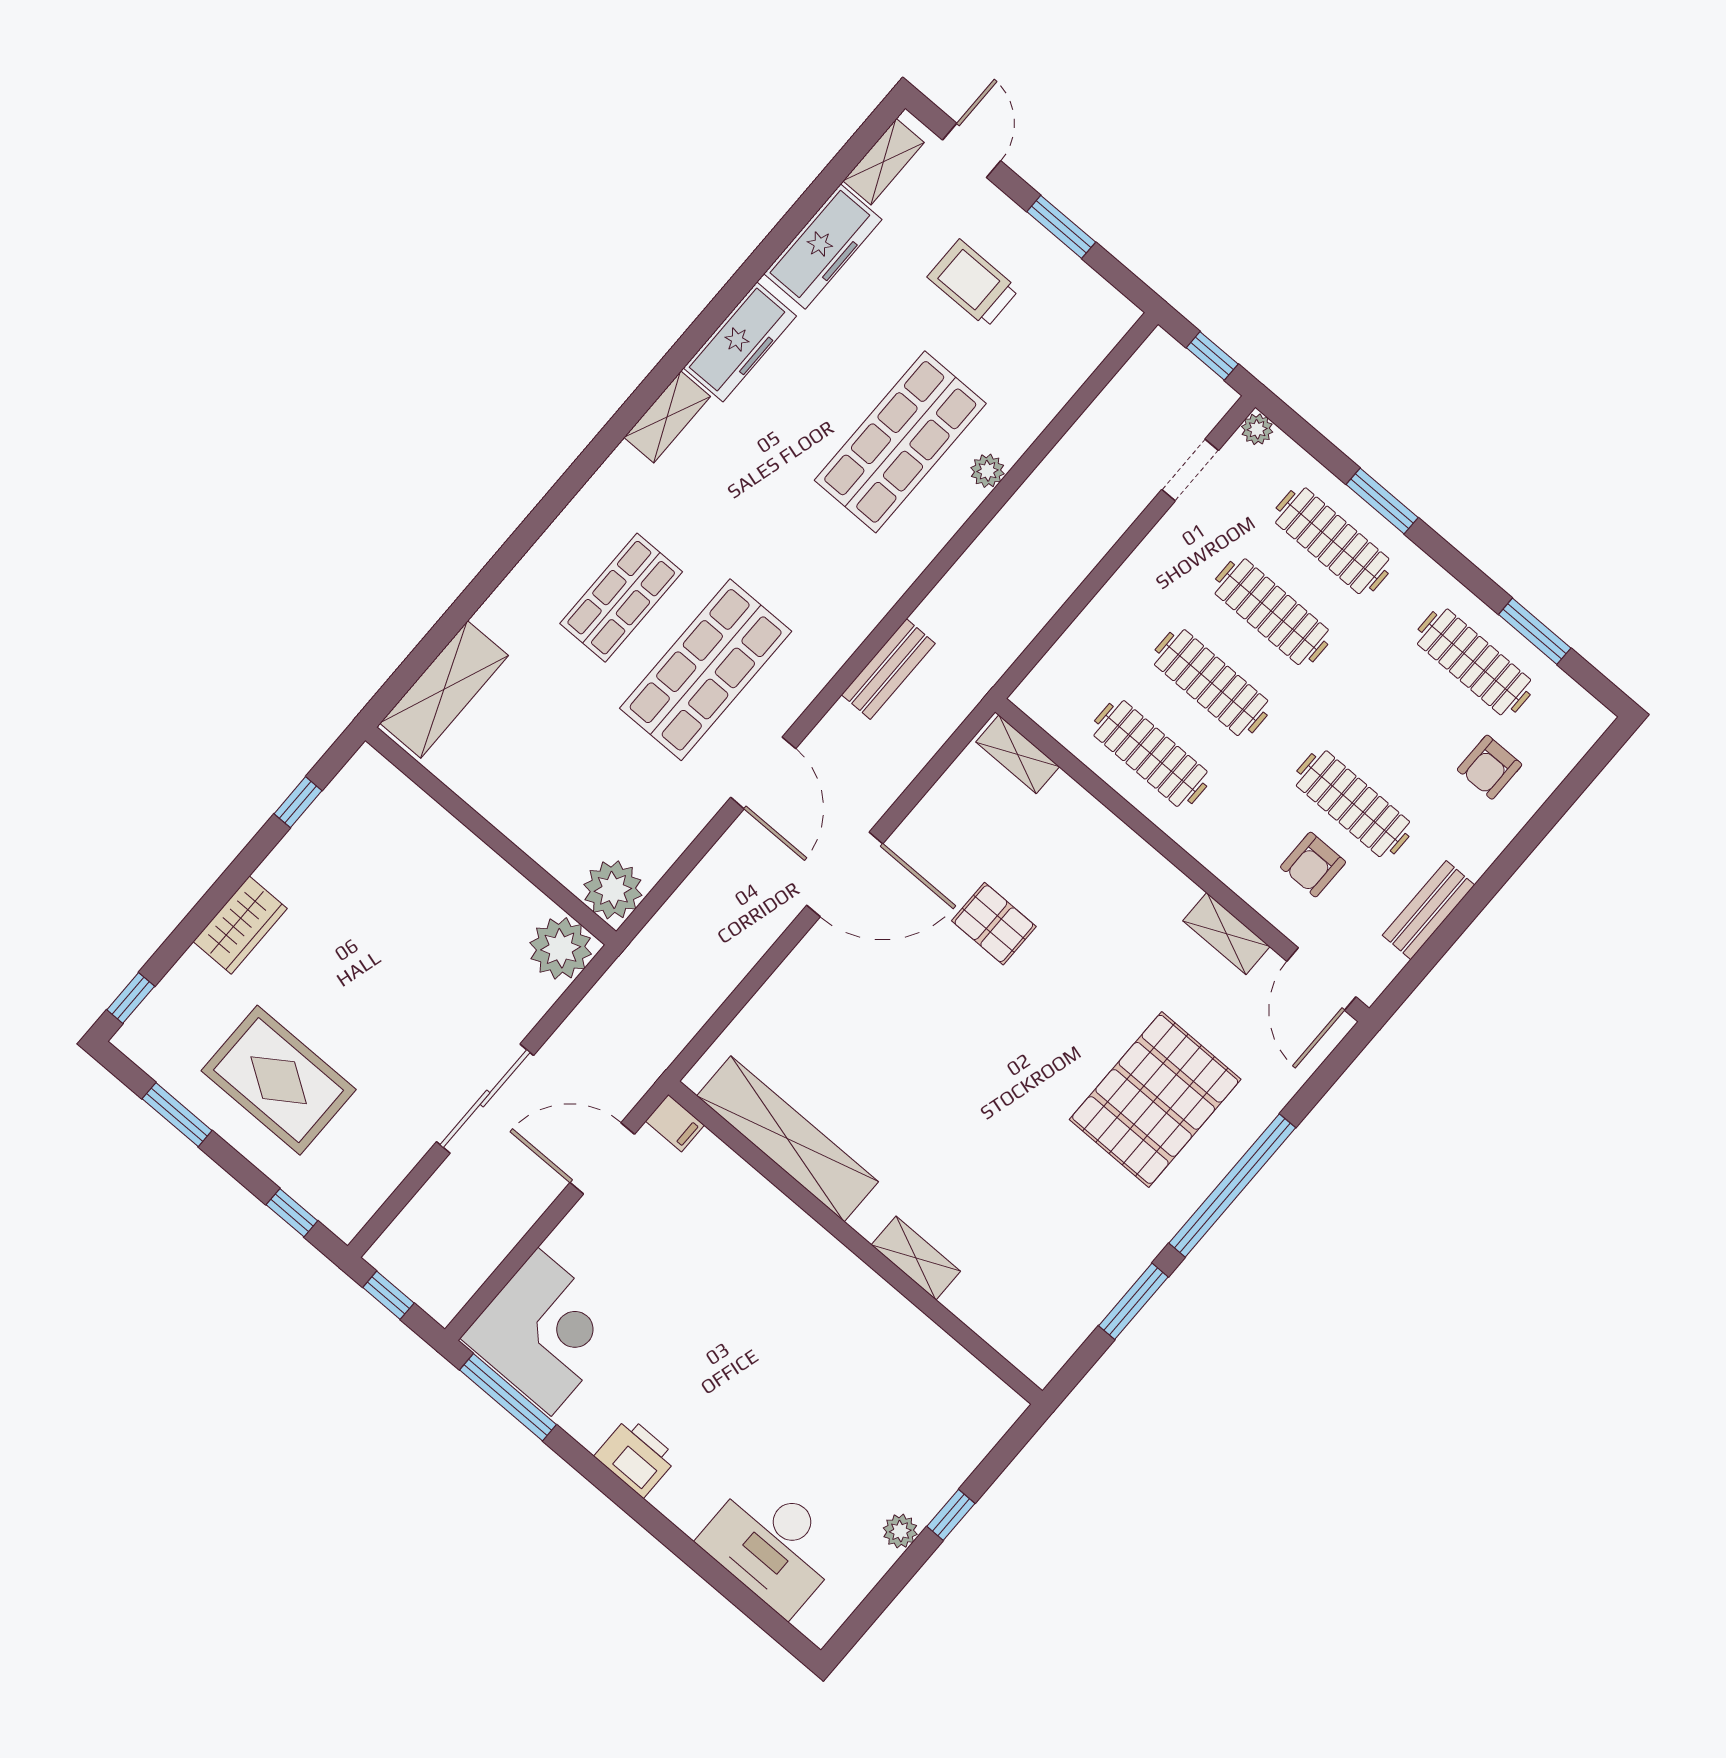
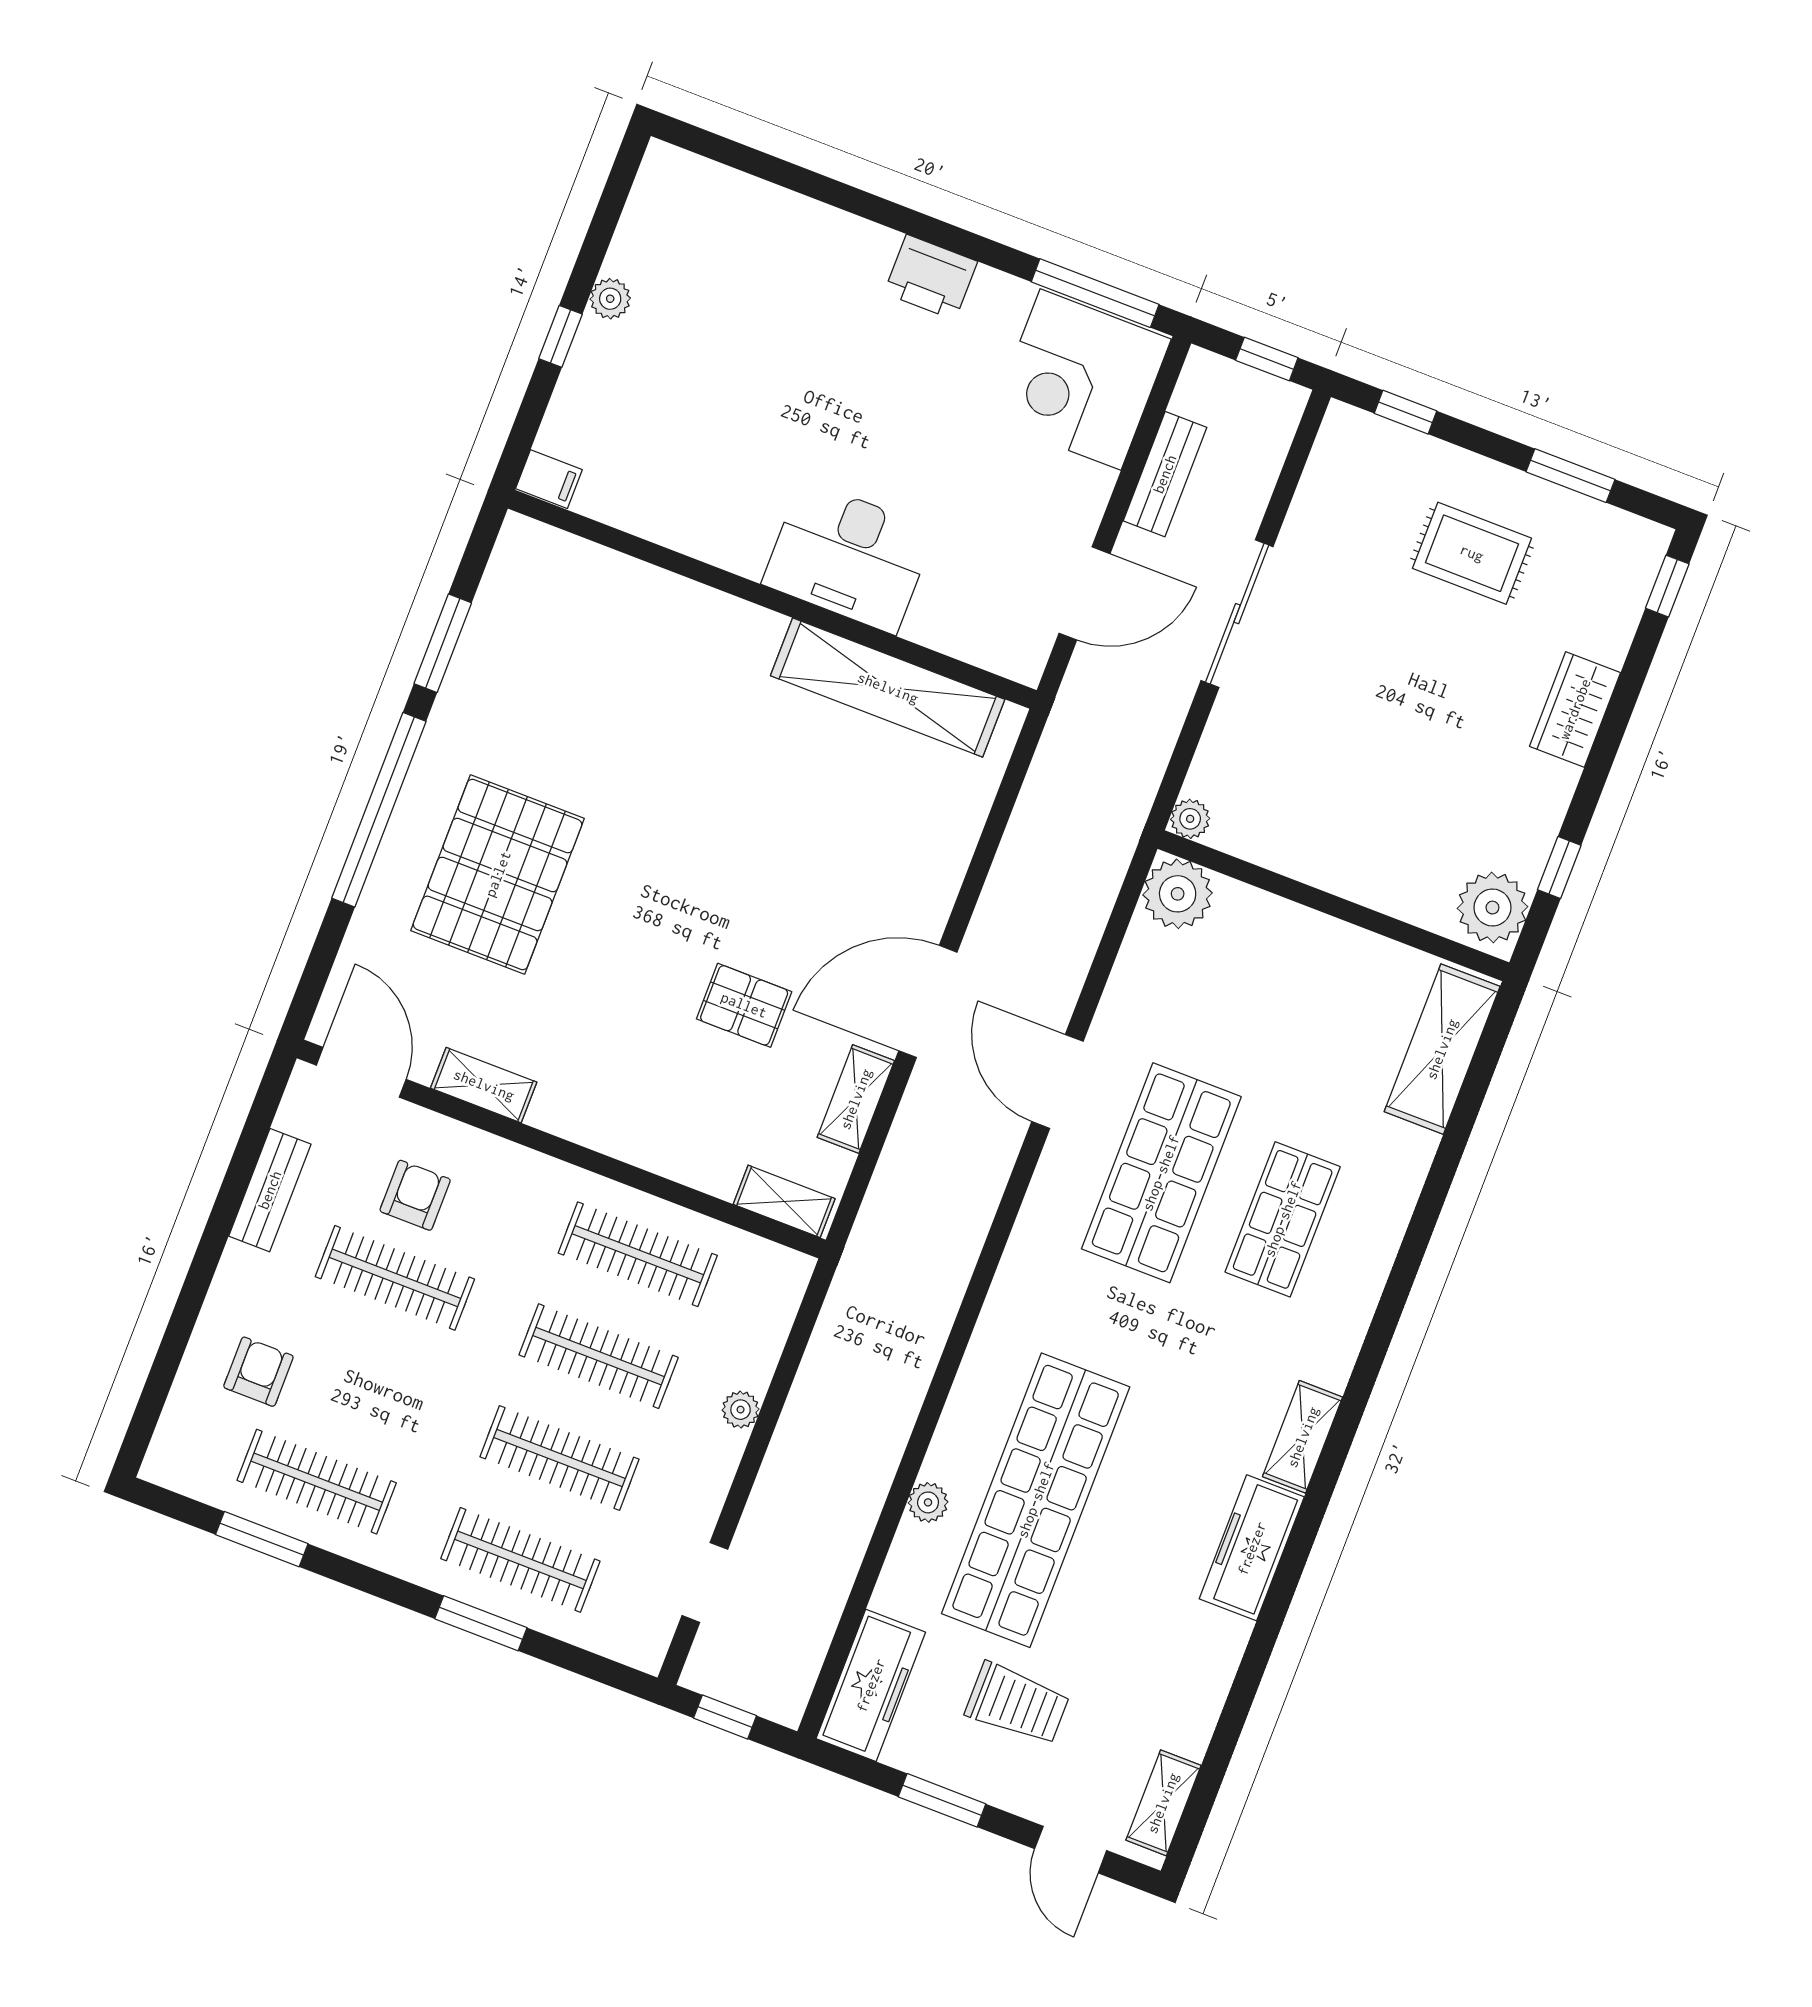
freezer: (823, 246) -> (871, 1685), moved, turned 180
plant: (1257, 429) -> (741, 1410), moved
shop shelf: (900, 442) -> (1036, 1500), width x1.40
bench: (888, 669) -> (1165, 474), moved
plant: (363, 789) -> (1492, 908), added
plant: (561, 948) -> (1190, 819), width x0.53, depth x0.53
rug: (279, 1080) -> (1472, 553), width x0.73, depth x0.70
filing cabinet: (675, 1123) -> (549, 479), moved, turned 180
shelving: (916, 1258) -> (856, 1099), moved, turned 90
desk: (772, 1545) -> (849, 557), moved, turned 180

